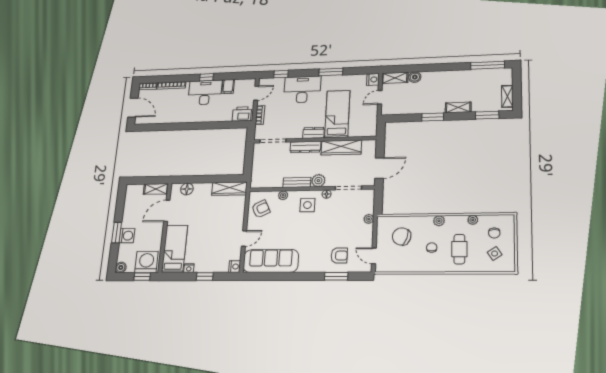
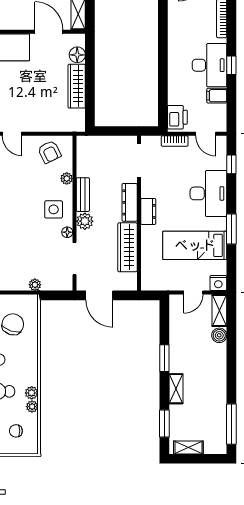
door: (380, 97) -> (193, 293), swing flipped
bed: (337, 114) -> (195, 245), moved, turned 180
wardrobe: (229, 189) -> (77, 86), moved
plant: (439, 221) -> (32, 393), moved

